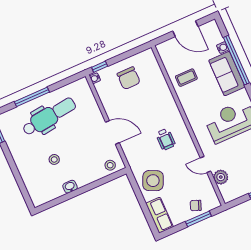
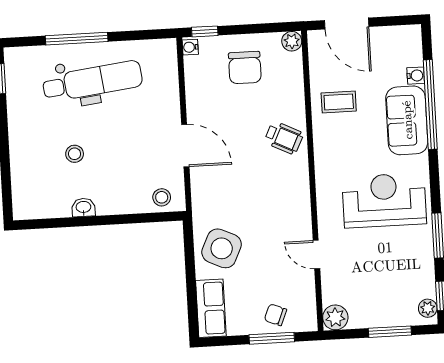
door: (185, 29) -> (347, 24), moved
plant: (149, 54) -> (292, 41), added
wheelchair: (166, 139) -> (284, 138), moved, turned -64
plant: (221, 177) -> (335, 317), moved

